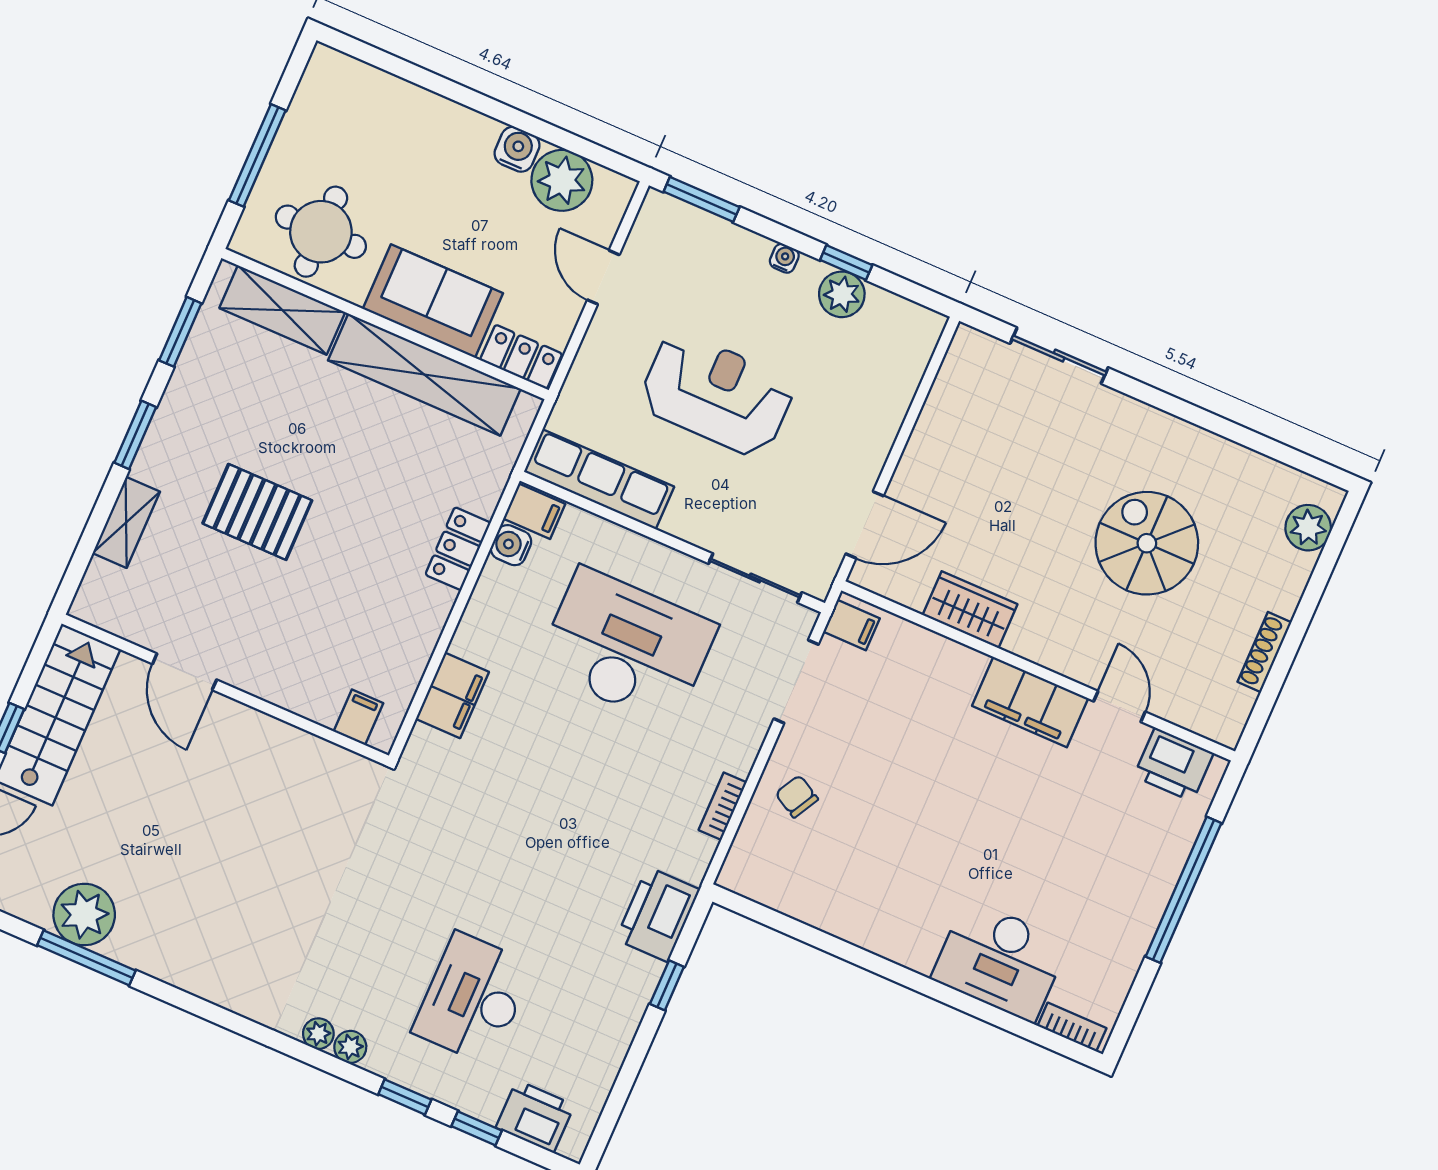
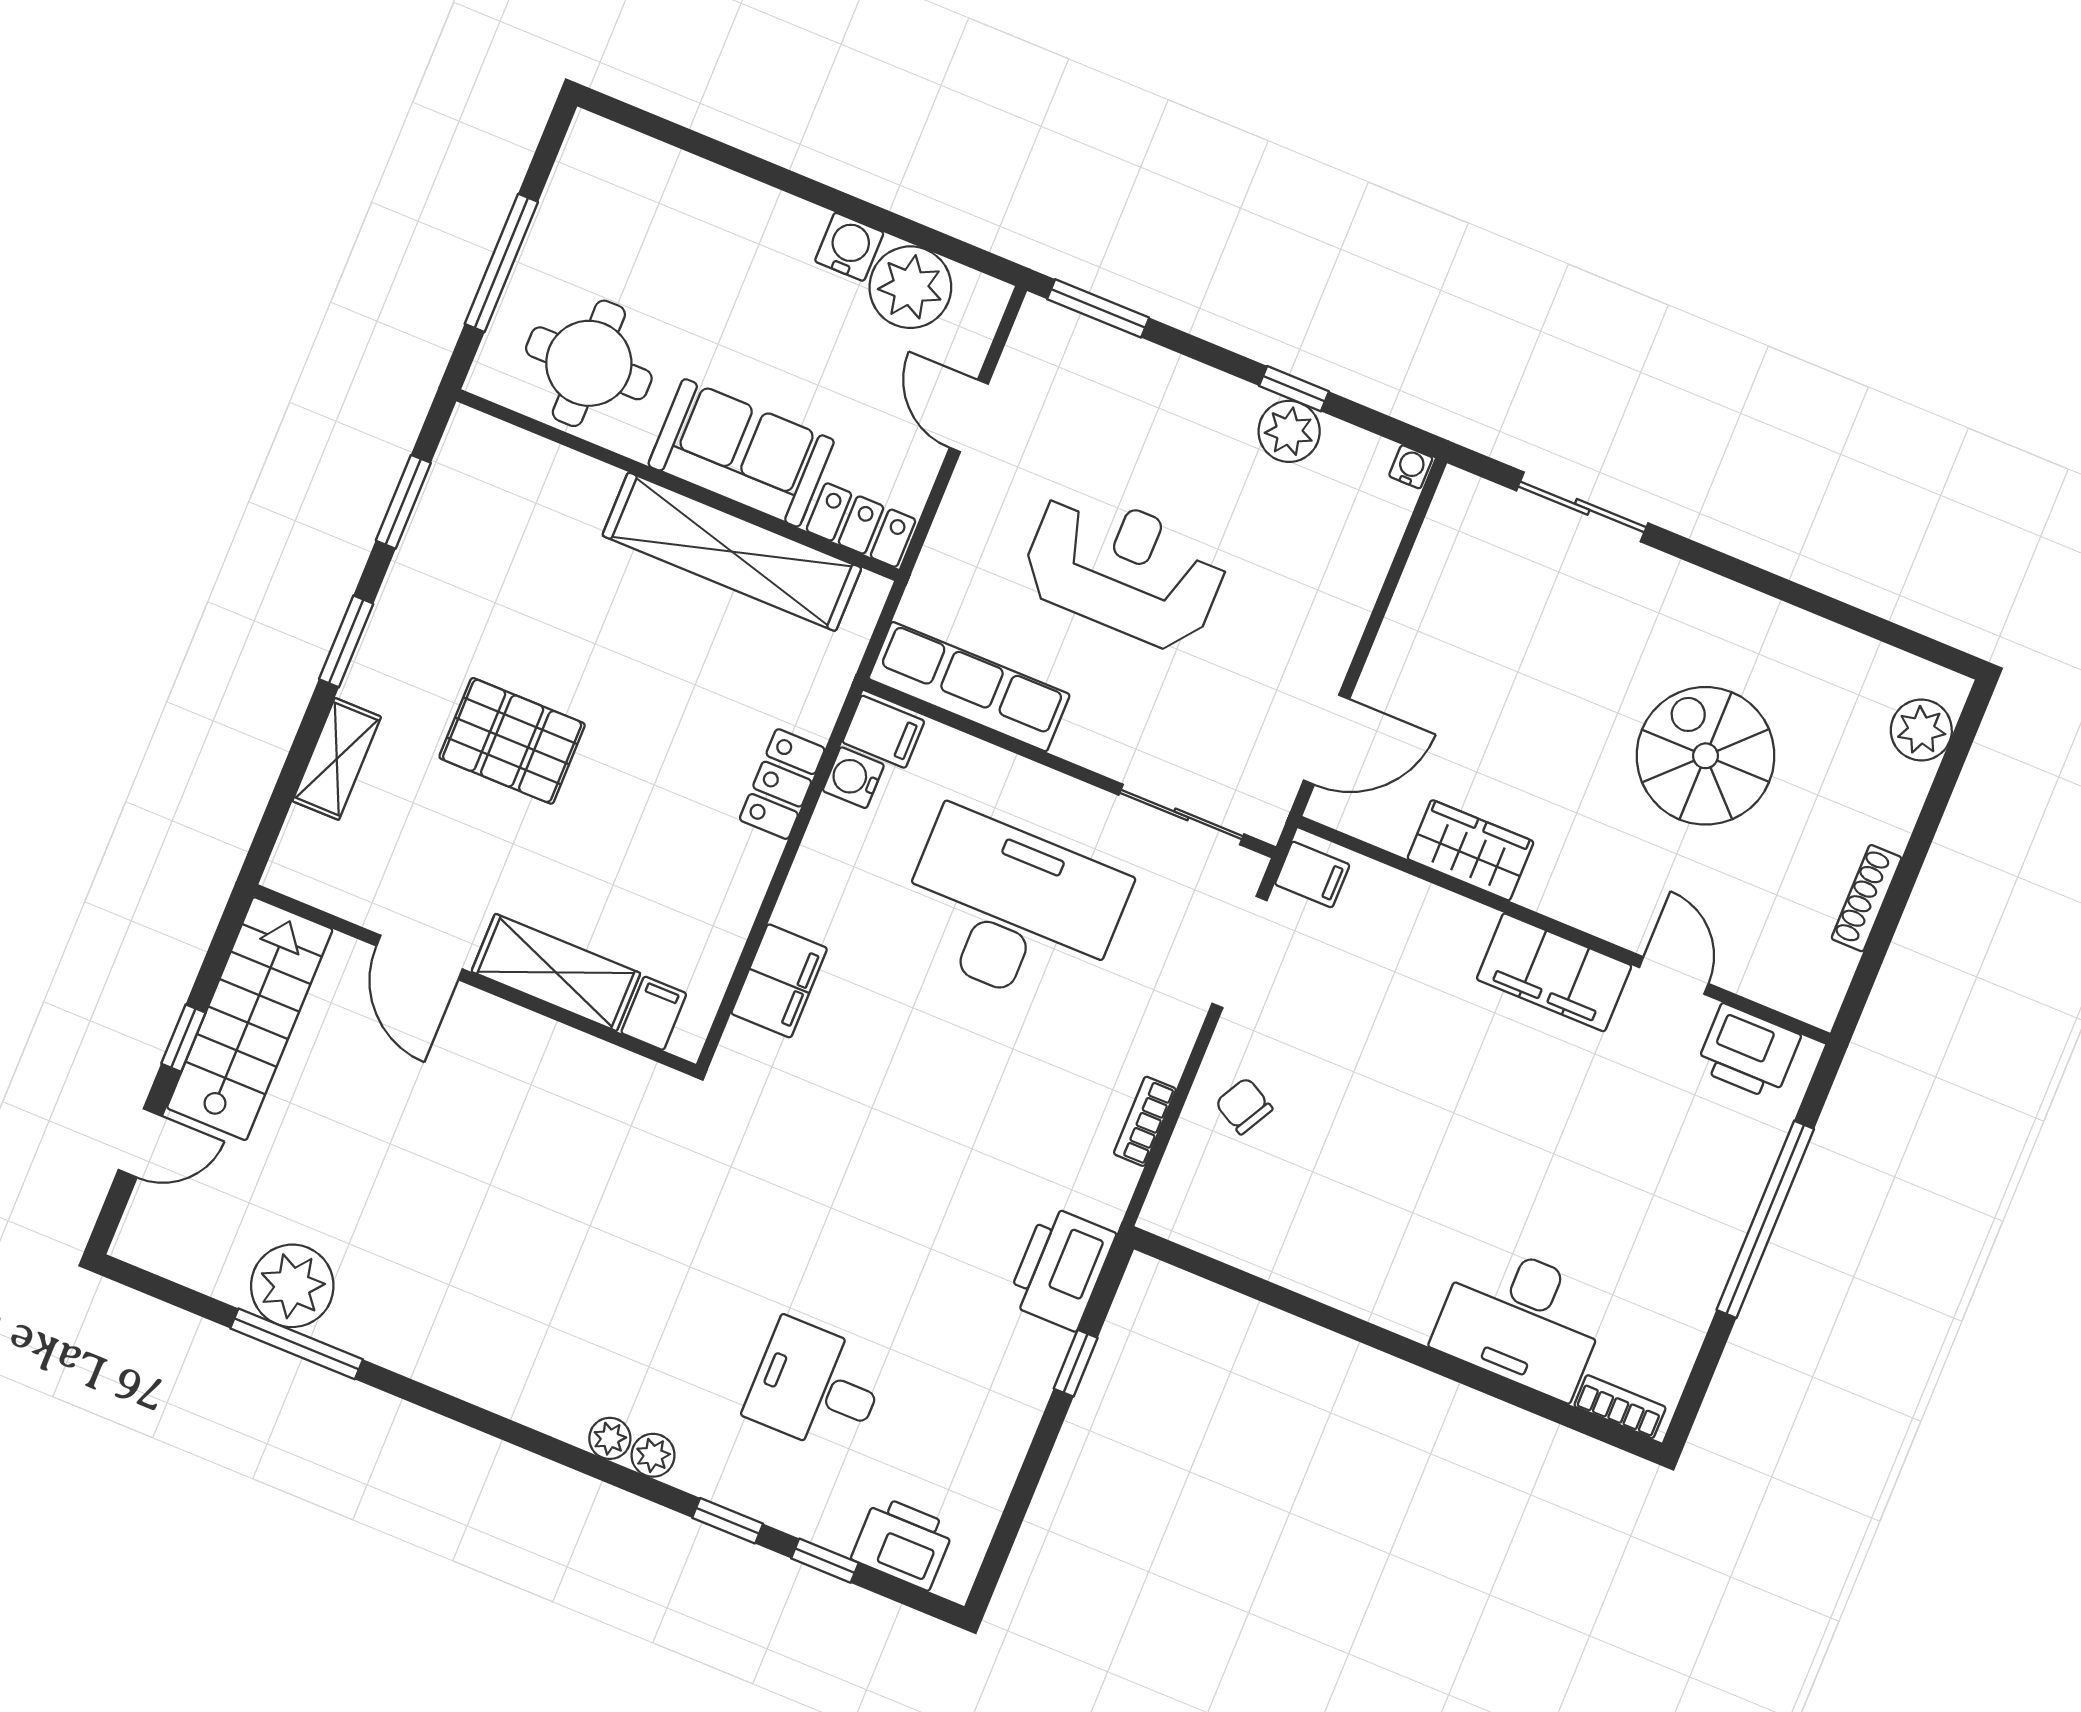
water cooler: (784, 258) -> (1411, 467), moved
shelving: (282, 310) -> (556, 972), moved
desk: (473, 998) -> (816, 1387), width x0.73

